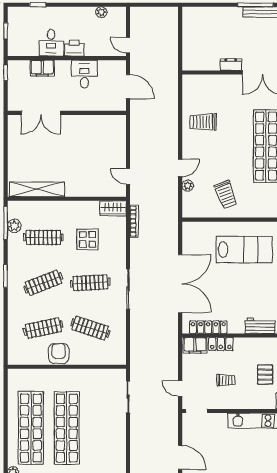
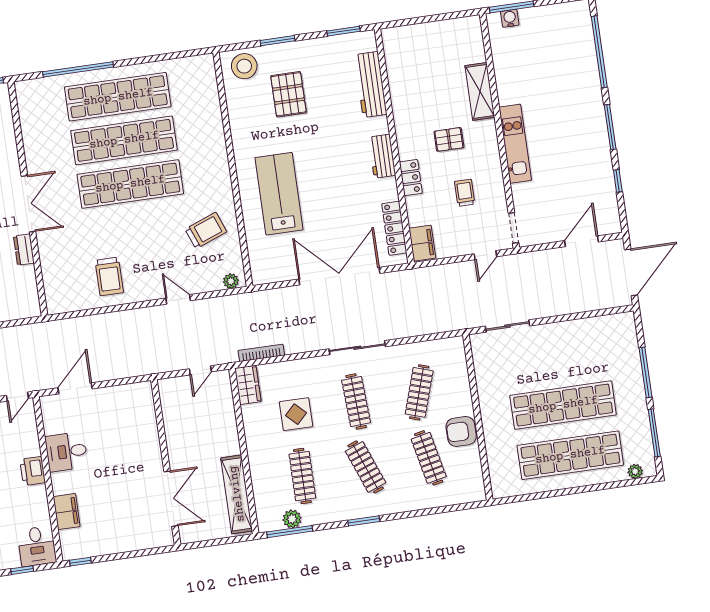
desk: (51, 43) -> (37, 546), moved, turned 90
double door: (41, 113) -> (171, 499), moved
wall: (67, 113) -> (166, 462), moved
plant: (188, 186) -> (231, 281), moved
locker: (221, 344) -> (411, 178), moved

